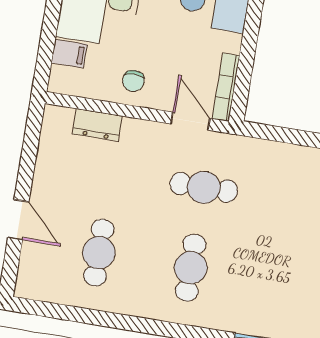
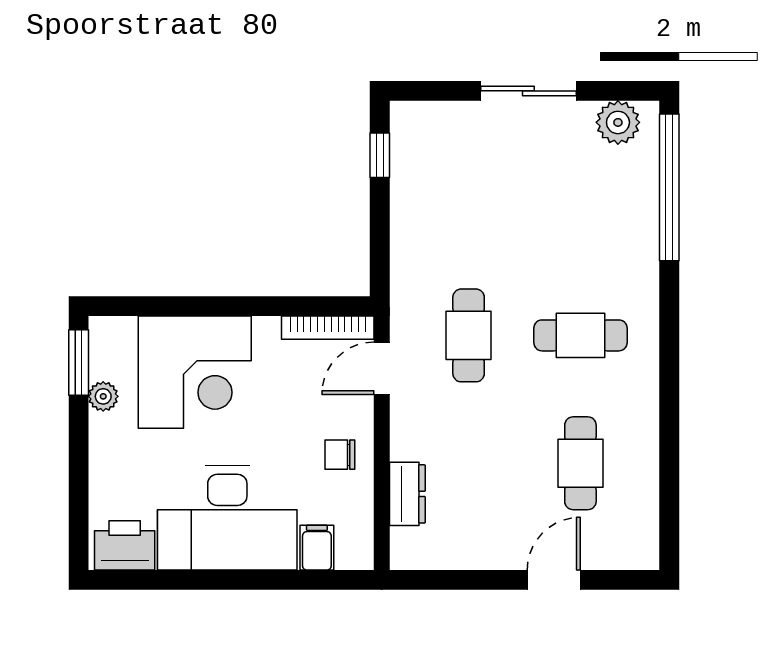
chair: (133, 81) -> (340, 455), turned 180
cafe table: (99, 253) -> (580, 463), turned 90

